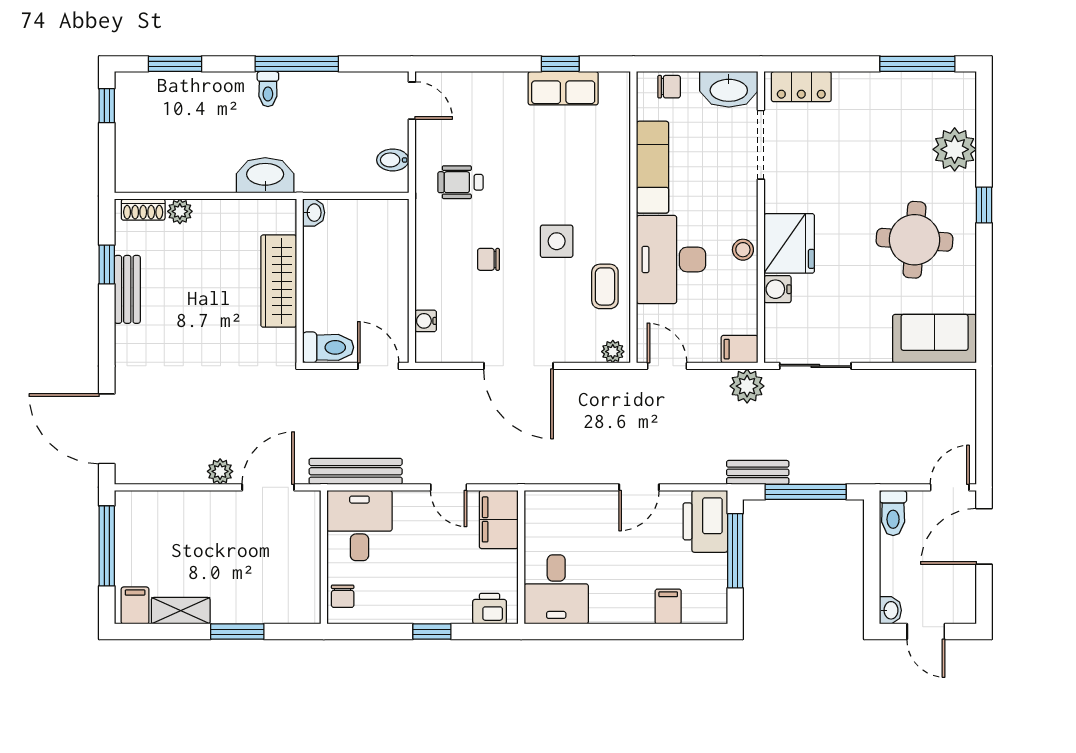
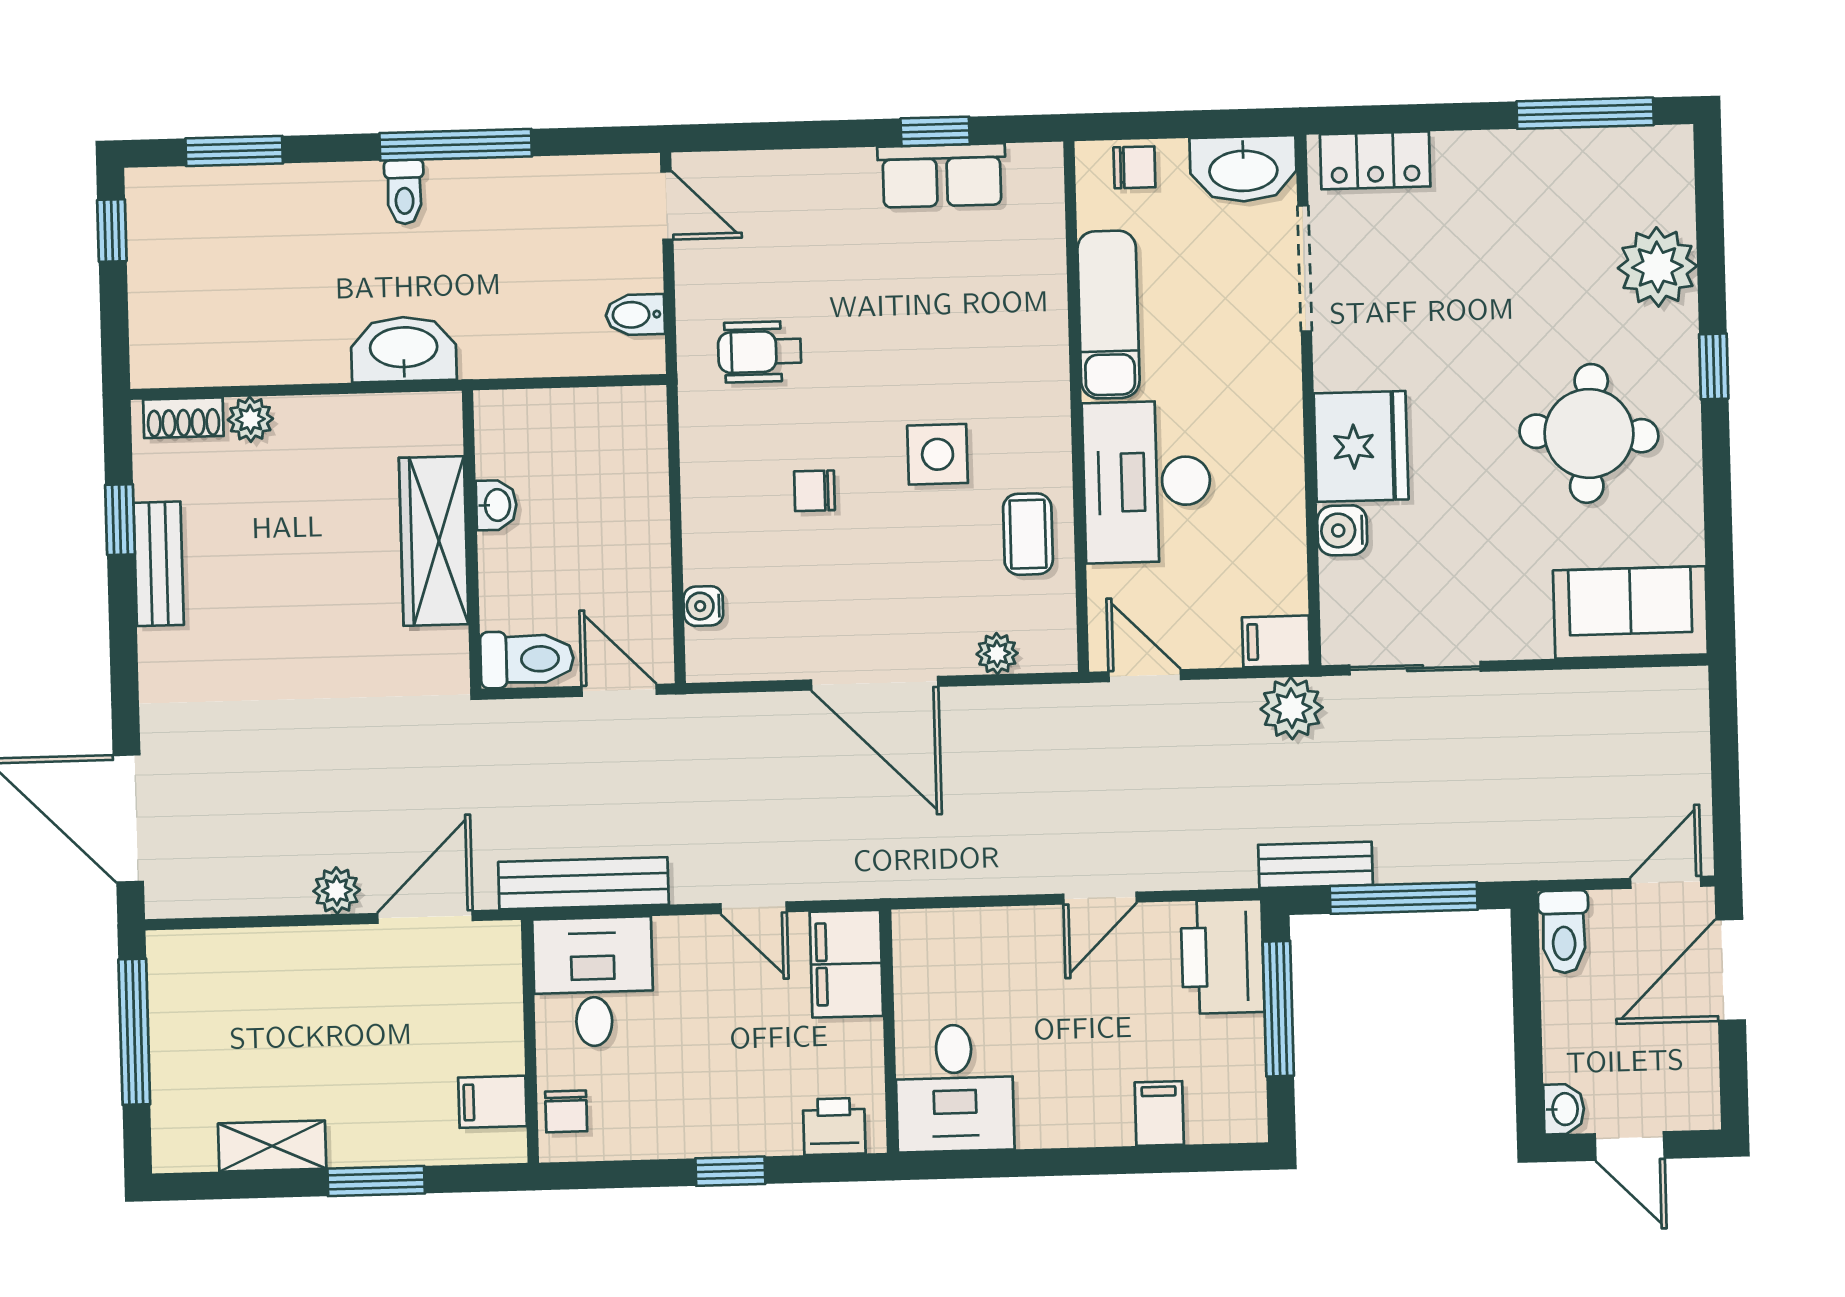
washbasin: (314, 213) -> (496, 505), moved
stool: (743, 250) -> (1277, 460), removed
plant: (613, 352) -> (997, 654), moved
filing cabinet: (135, 605) -> (492, 1102), moved, turned -90

